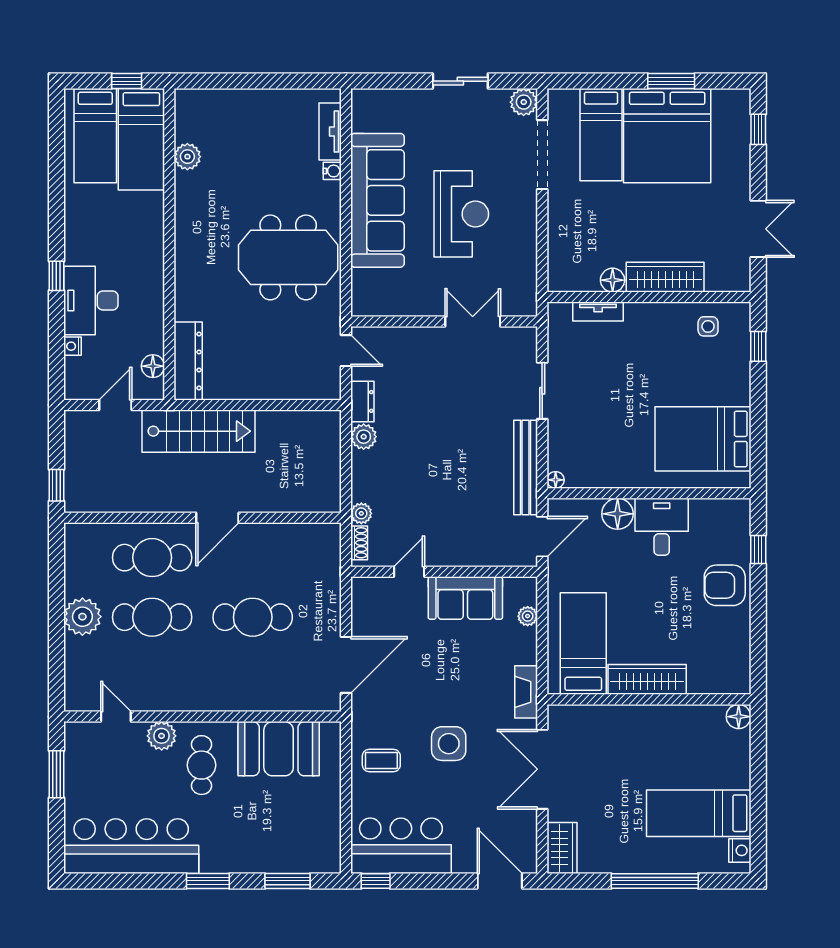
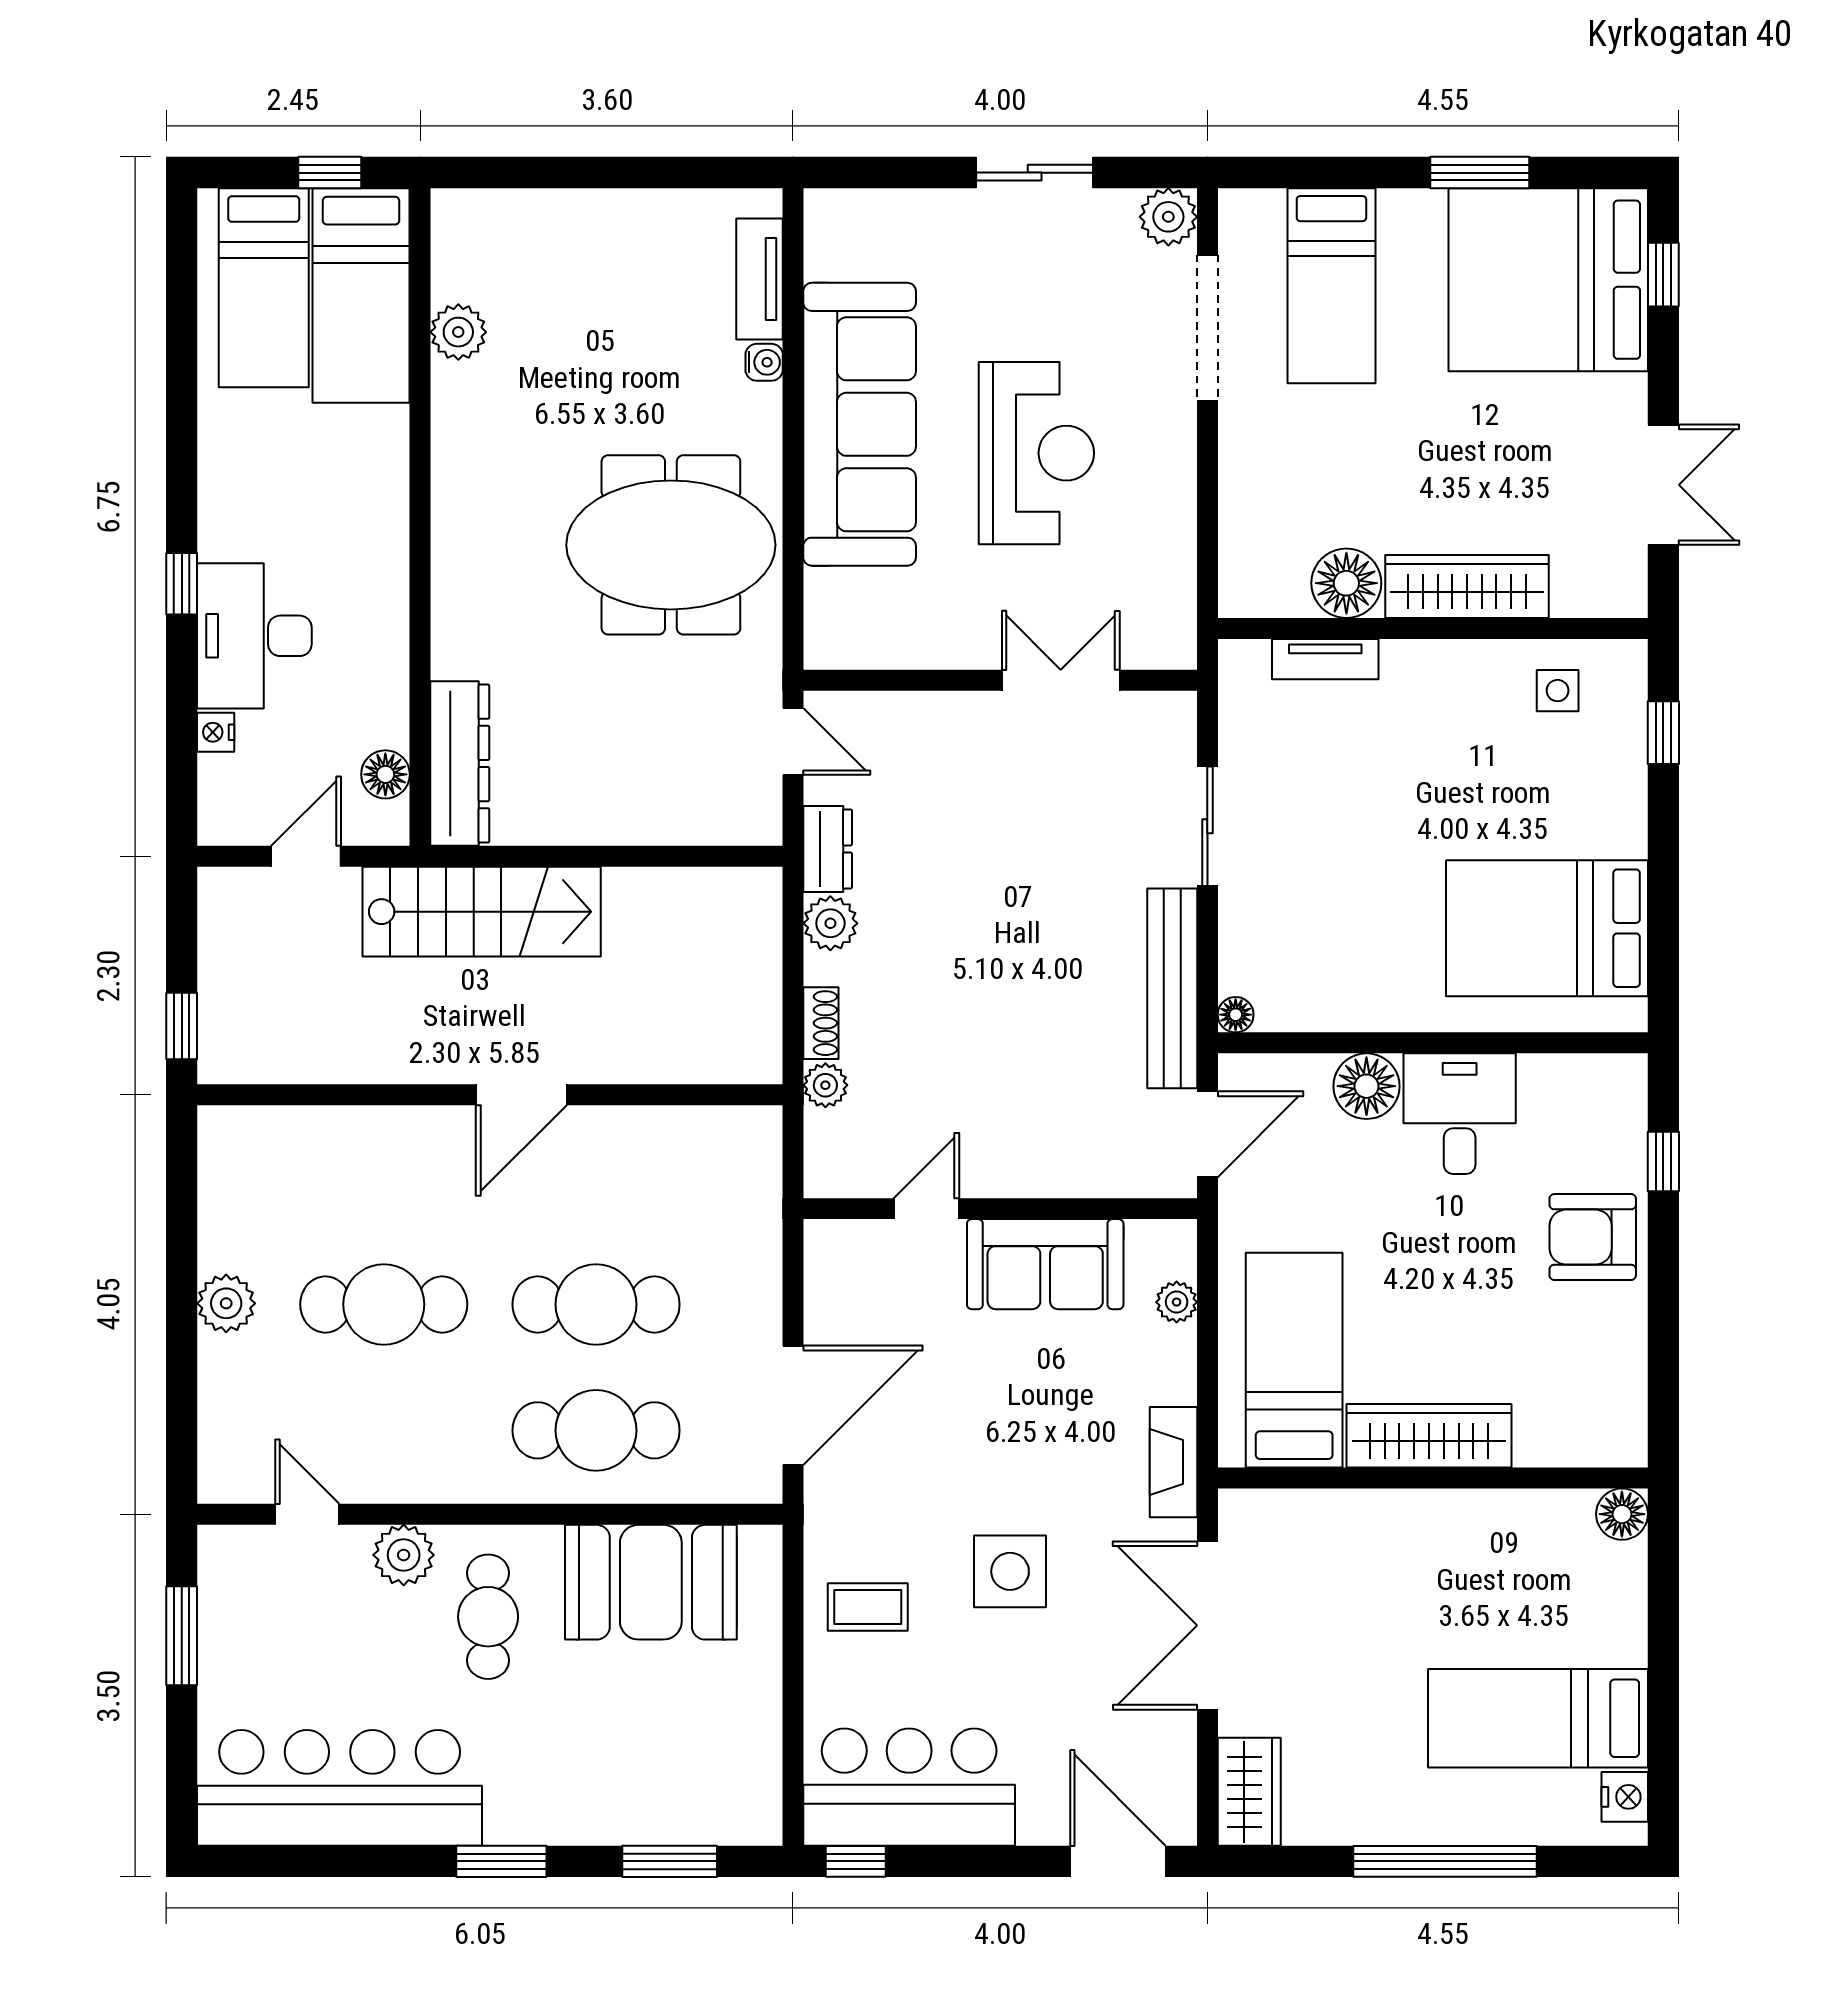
bed: (667, 136) -> (1548, 280), moved, turned 90
floor lamp: (613, 280) -> (1346, 583), width x1.38, depth x1.38
shoe rack: (359, 543) -> (821, 1023), moved
cafe table: (152, 558) -> (596, 1430), moved
plant: (82, 617) -> (226, 1303), width x0.73, depth x0.73

